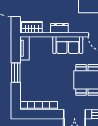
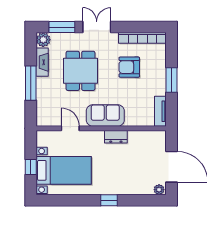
wardrobe: (32, 27) -> (151, 138), removed
armchair: (49, 83) -> (129, 67), added

